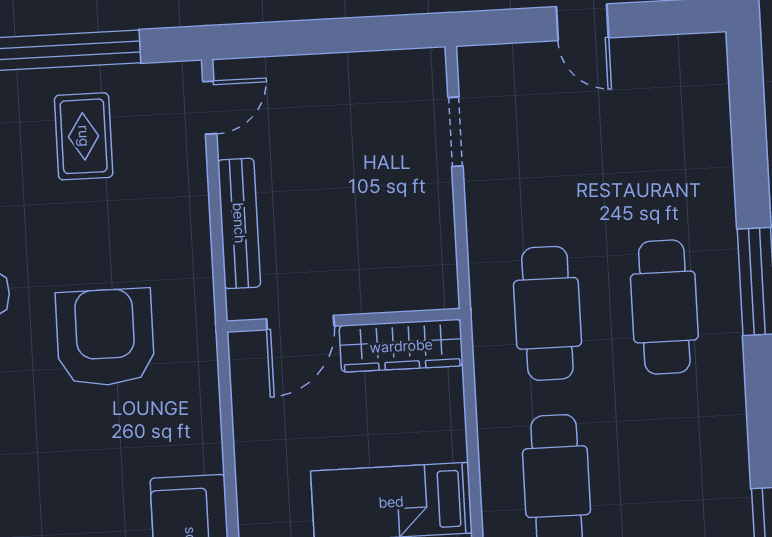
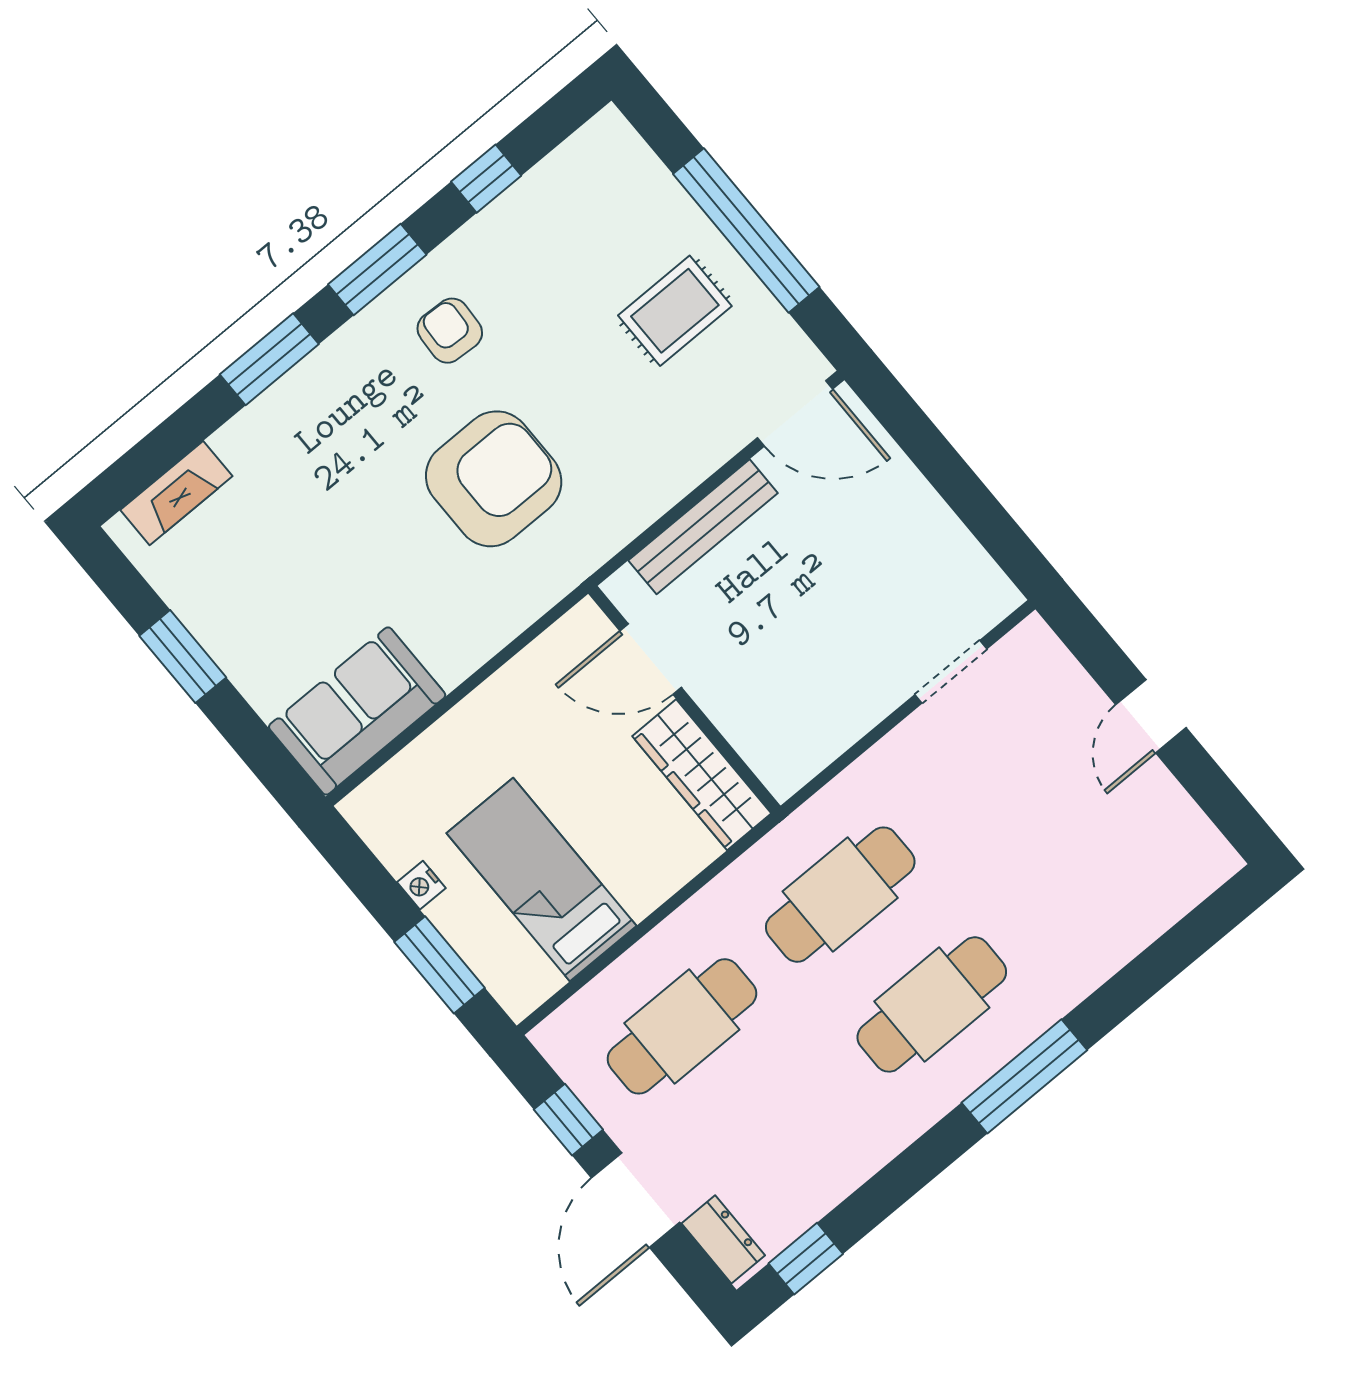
door: (210, 108) -> (795, 413), width x1.38

